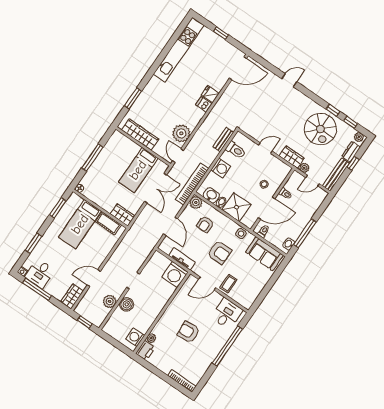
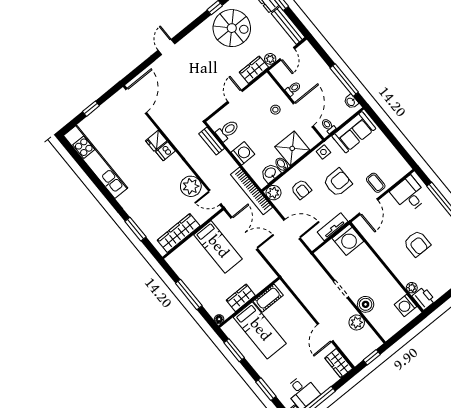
wardrobe: (123, 215) -> (241, 298), moved
armchair: (189, 332) -> (417, 244), turned -85

